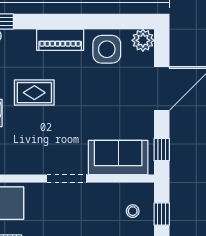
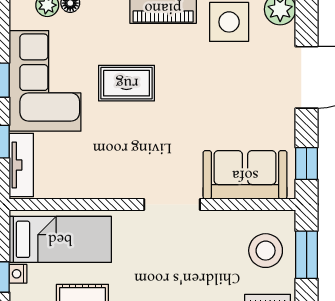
stool: (133, 211) -> (266, 251), width x1.89, depth x1.89
window: (162, 214) -> (307, 255), width x1.50

